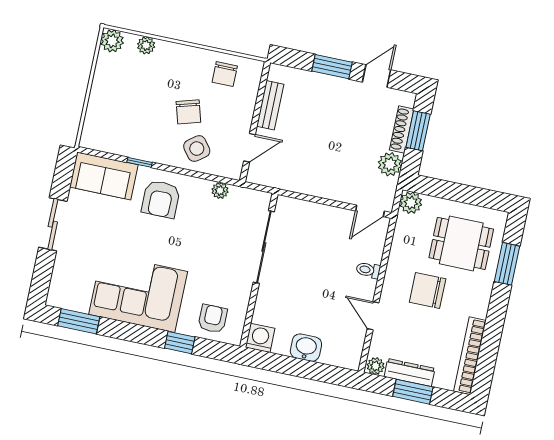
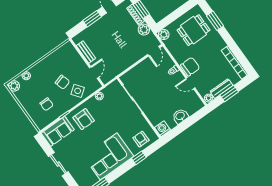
chair: (225, 74) -> (47, 104), moved
chair: (428, 291) -> (190, 67), moved, turned 180

